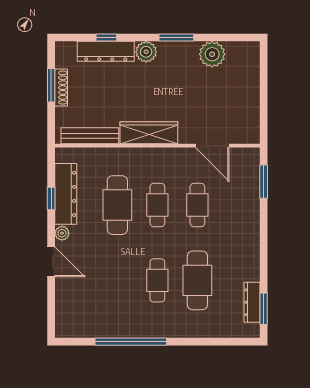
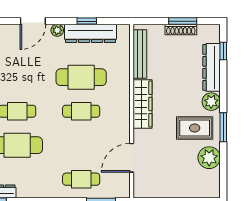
window: (106, 38) -> (223, 51), moved
rug: (177, 71) -> (195, 128), added
cafe table: (197, 205) -> (81, 179), moved

